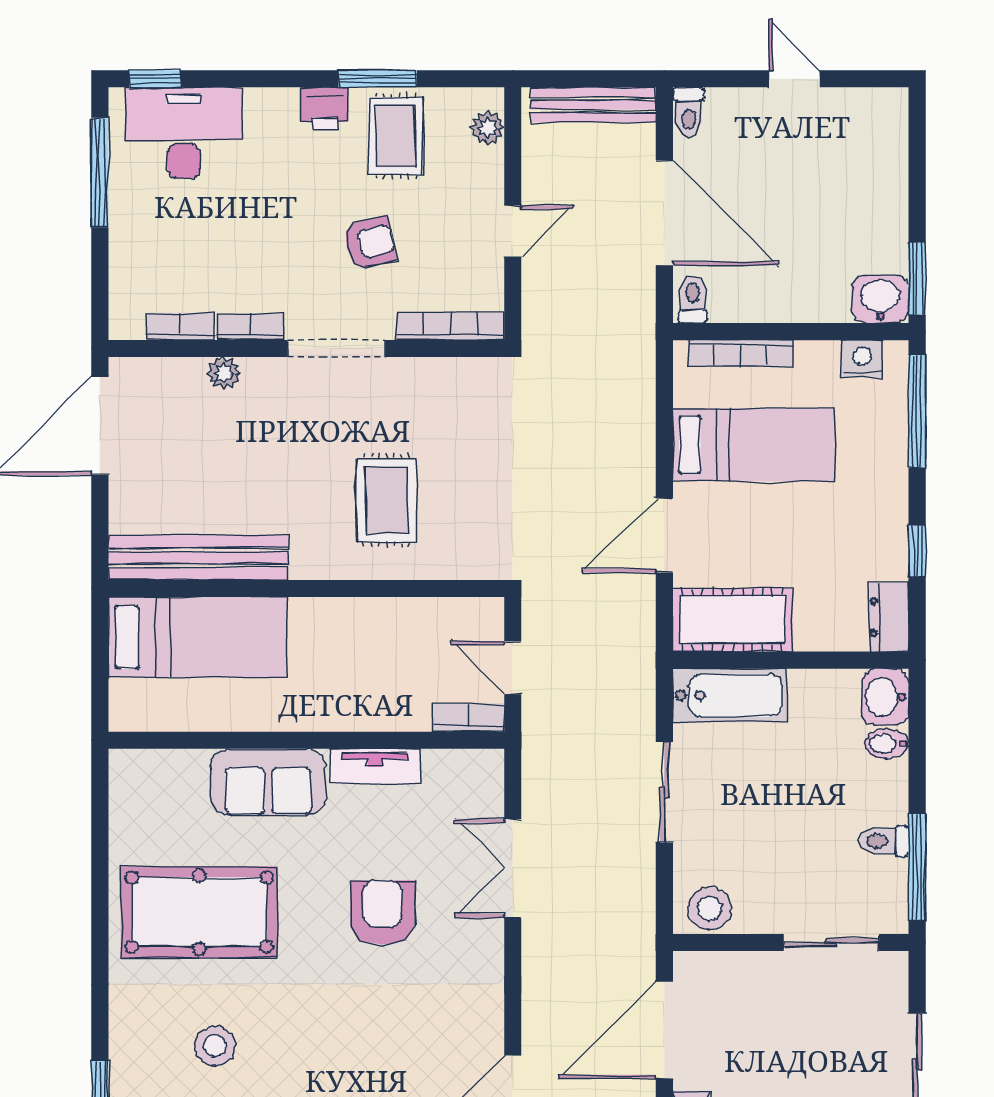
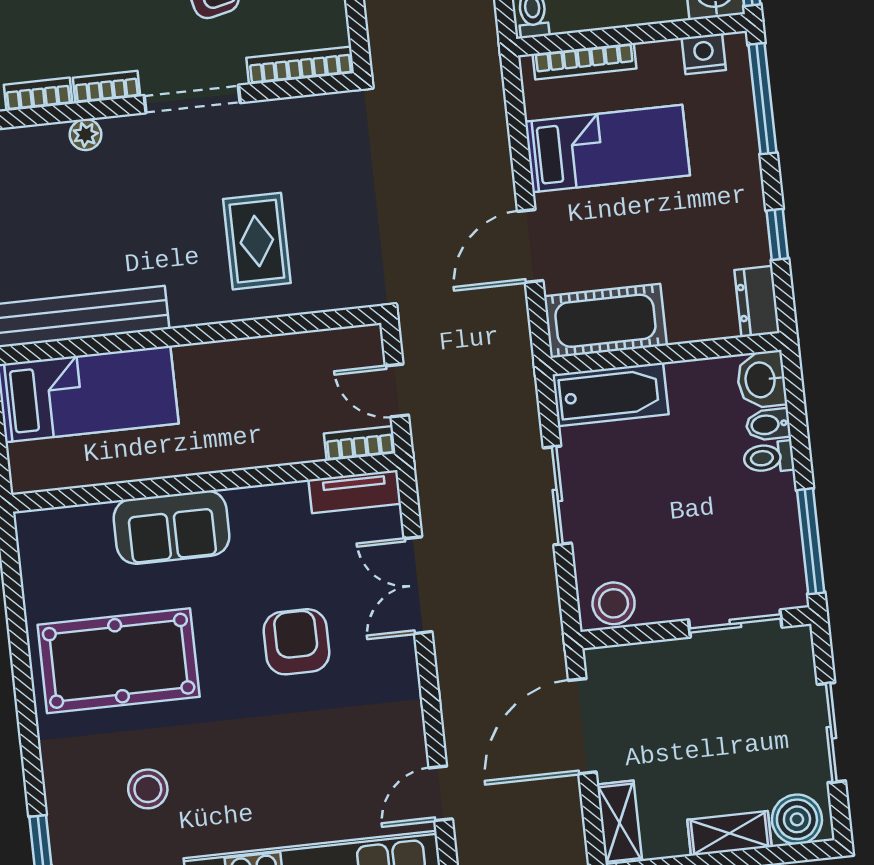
tv unit: (375, 766) -> (355, 492), moved
toilet: (884, 841) -> (769, 457), moved

